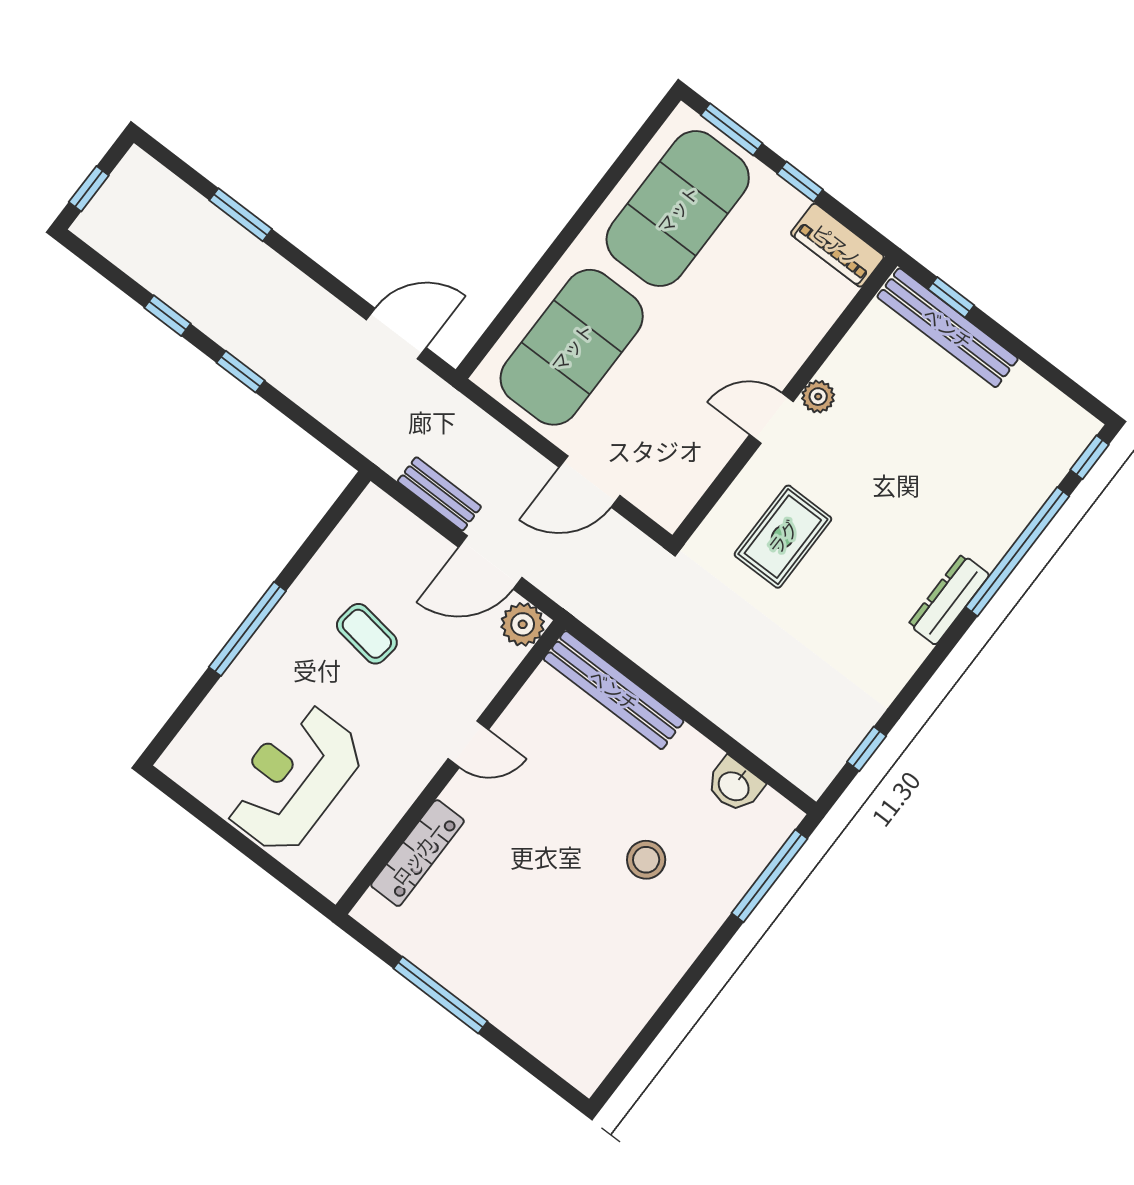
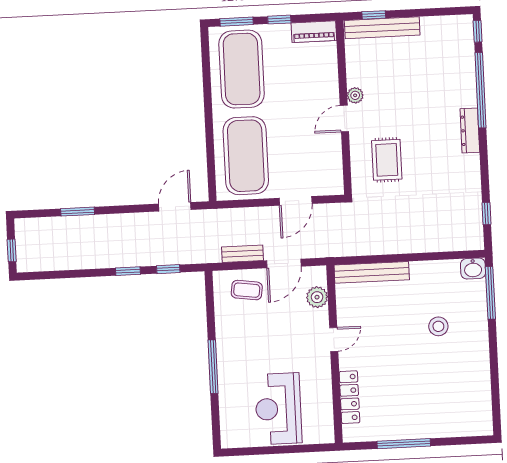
window: (167, 316) -> (168, 269), moved
plant: (523, 624) -> (317, 297), moved
coffee table: (367, 634) -> (247, 290), moved
washbasin: (734, 785) -> (473, 269), moved

